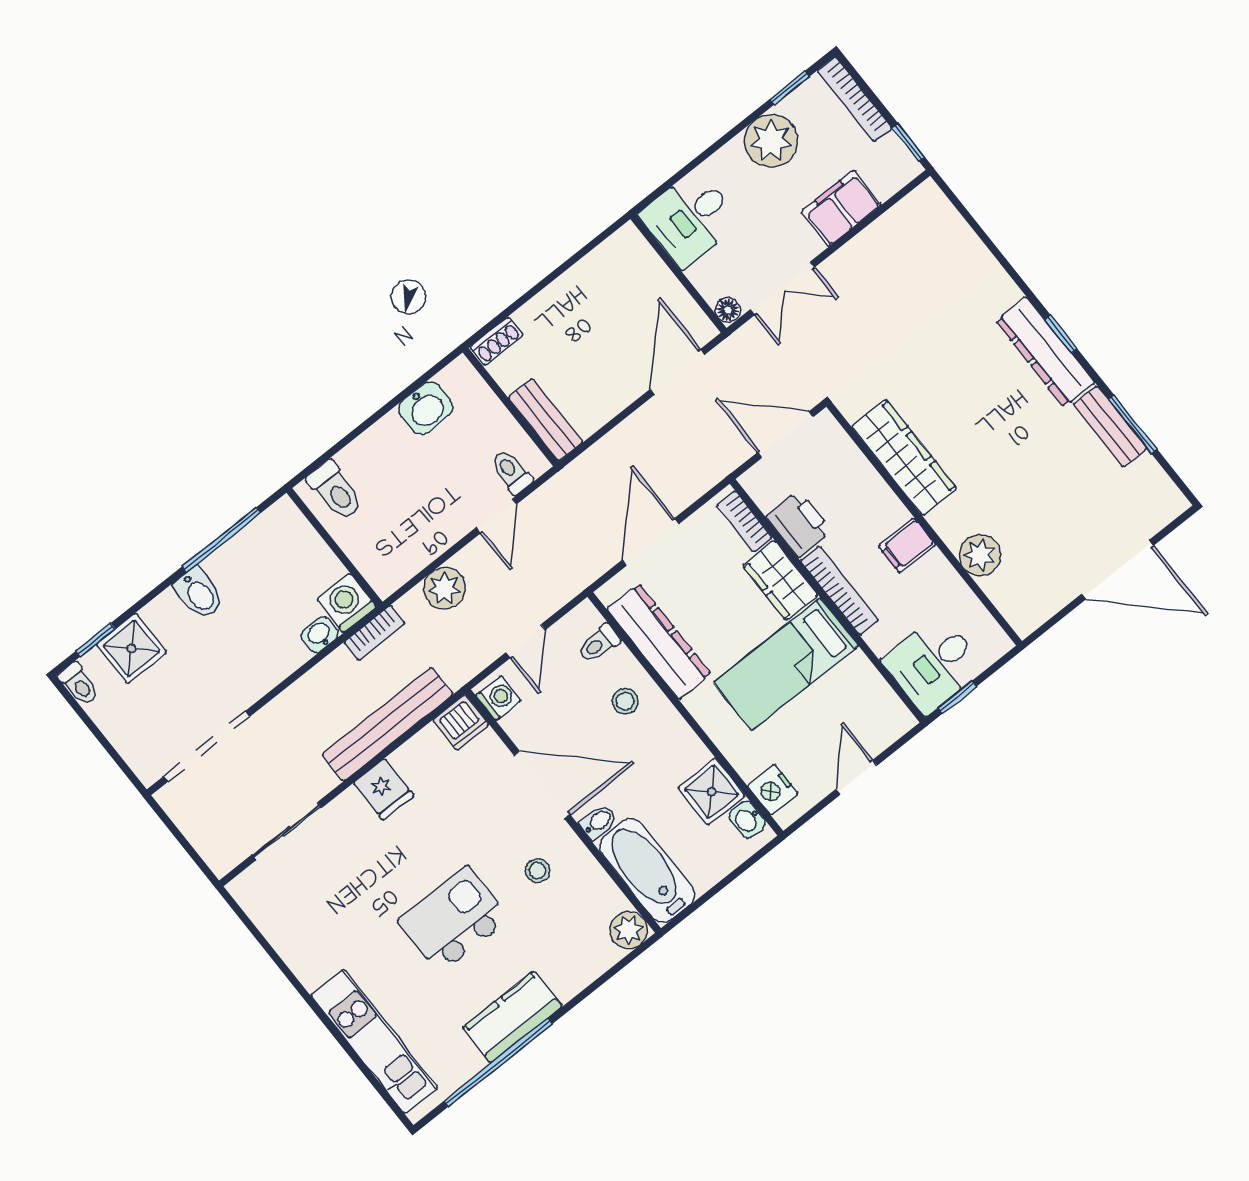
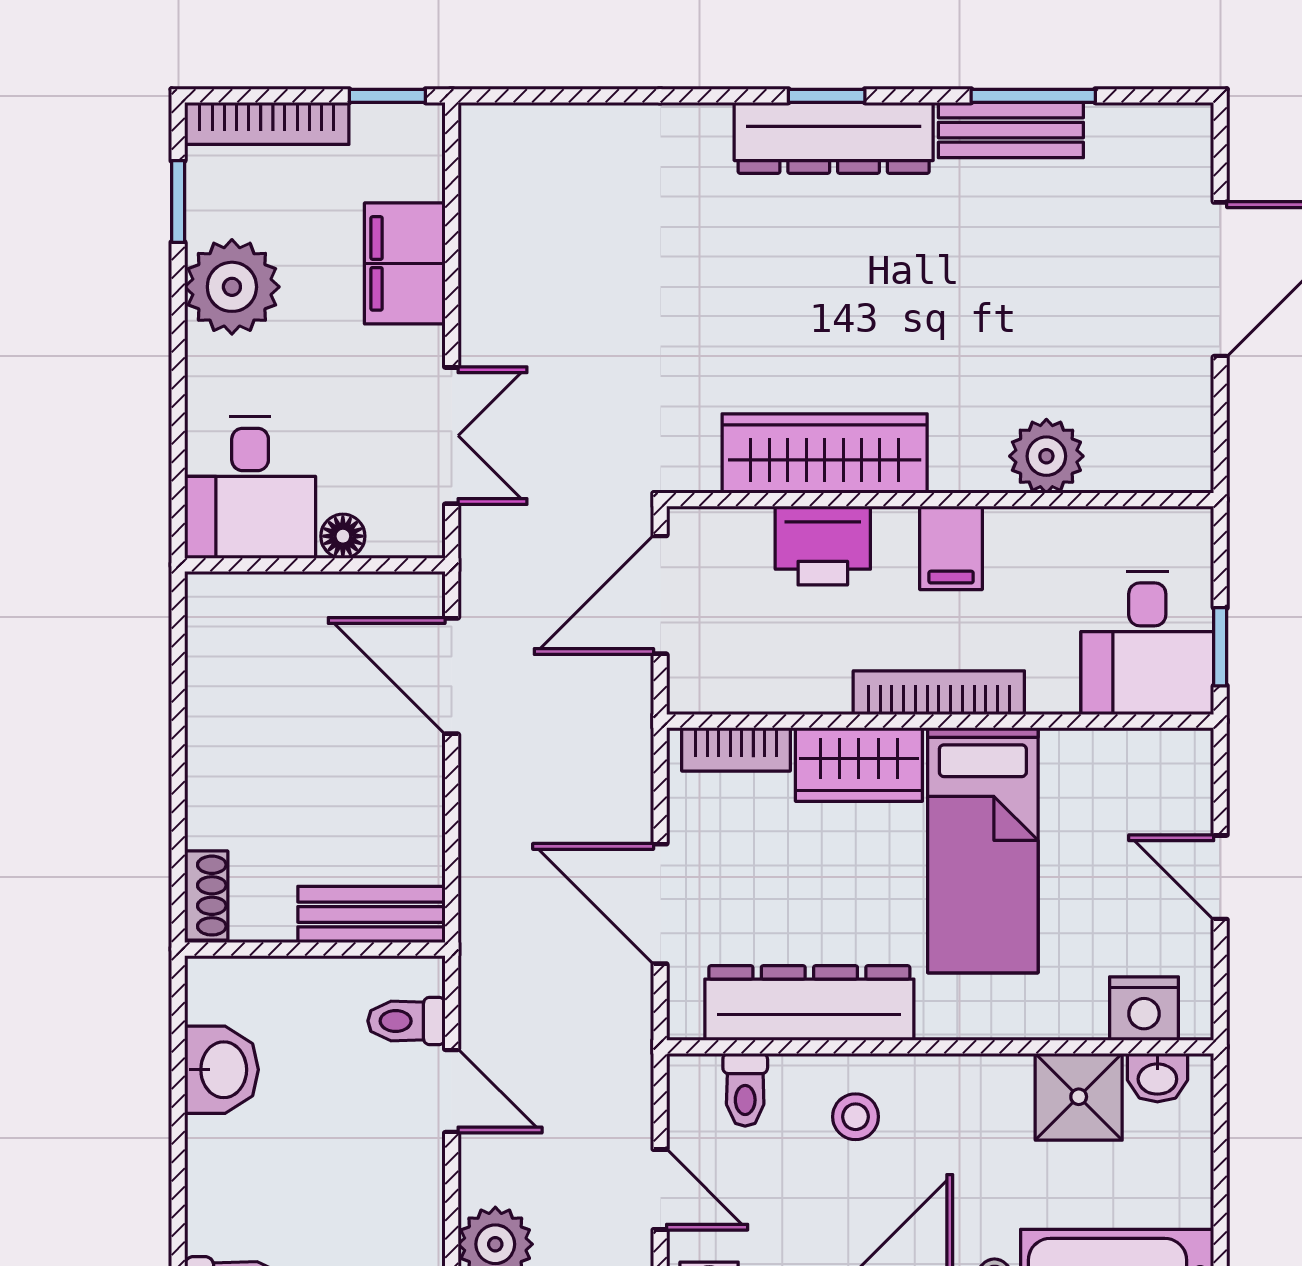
floor lamp: (728, 310) -> (343, 536), moved
printer: (799, 524) -> (823, 546), moved, turned 180

